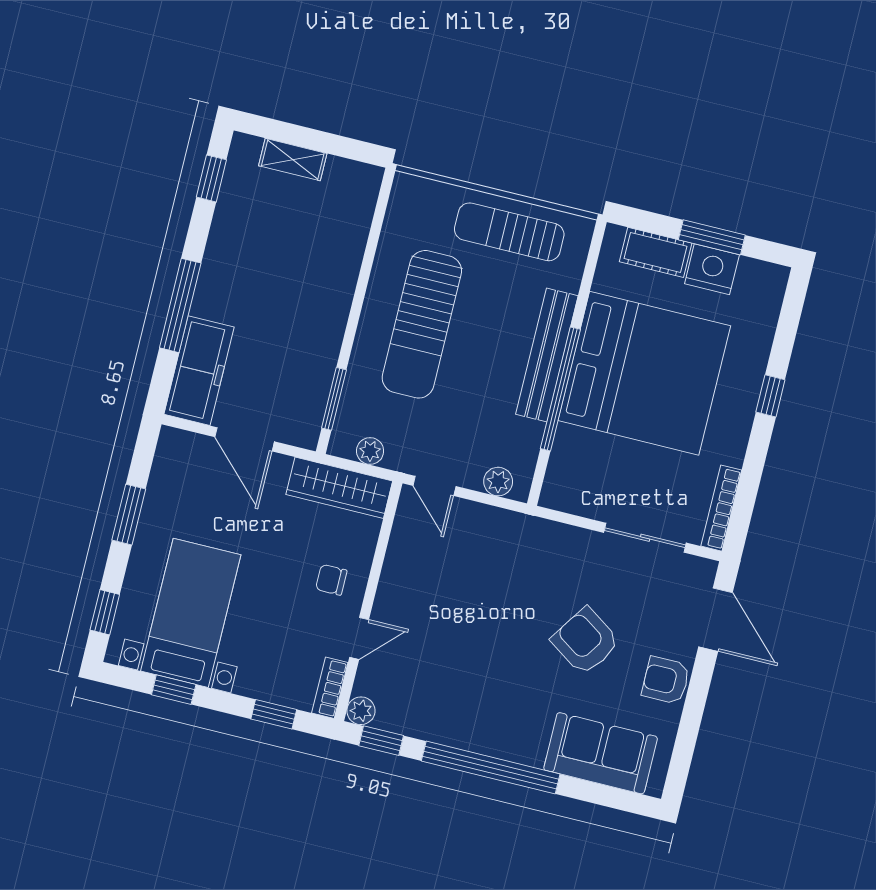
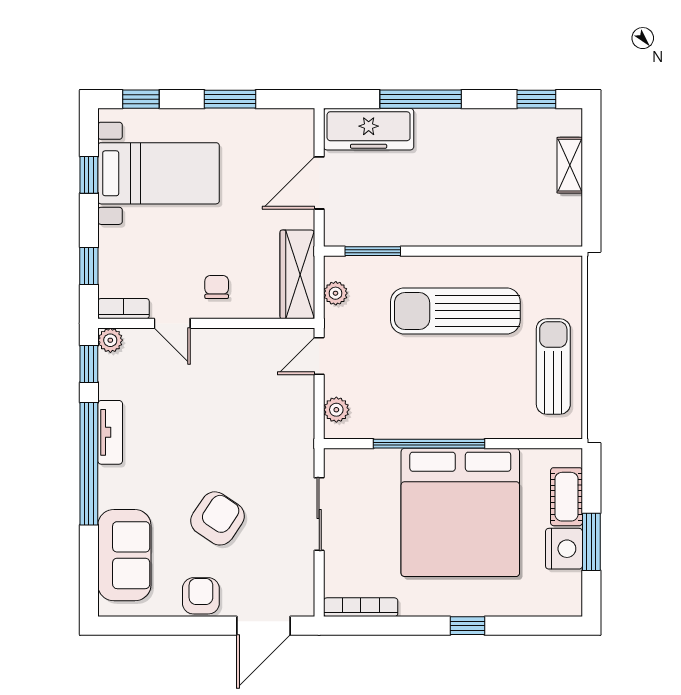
bench: (547, 355) -> (455, 425), removed
sliding door: (645, 538) -> (319, 514), moved
tv unit: (462, 736) -> (110, 432), added

